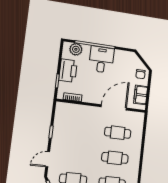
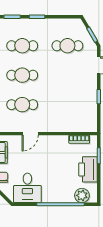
desk: (101, 60) -> (27, 188), moved
door: (114, 107) -> (30, 134), width x0.53

